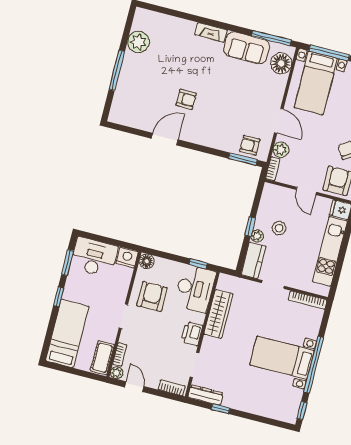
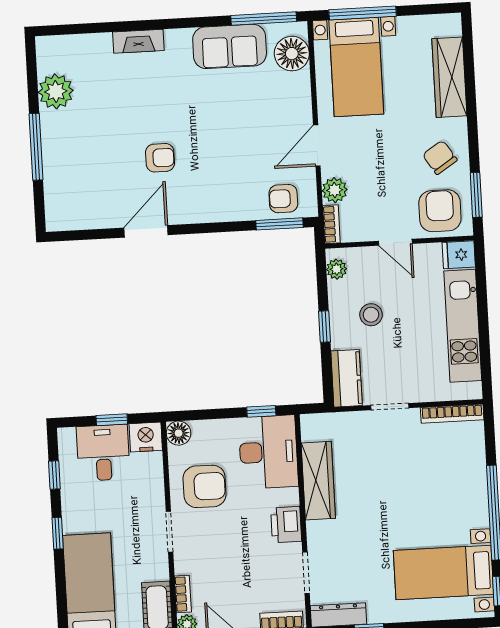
fireplace: (211, 32) -> (138, 41), moved
door: (279, 121) -> (317, 146), swing flipped
plant: (257, 236) -> (337, 269), moved
window: (111, 241) -> (112, 420), added
desk: (94, 257) -> (103, 453), width x0.73
window: (67, 263) -> (54, 475), width x0.67
armchair: (152, 297) -> (205, 486), turned 90
bed with nightstands: (282, 358) -> (443, 572), moved

